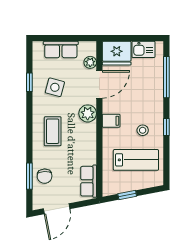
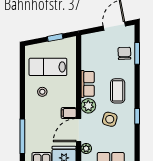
window: (29, 82) -> (137, 116), moved
side table: (55, 87) -> (110, 119), moved
filing cabinet: (111, 121) -> (69, 113), moved
window: (166, 127) -> (22, 94), removed
row of seats: (89, 181) -> (88, 84), moved

